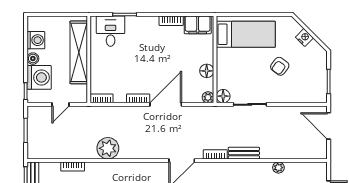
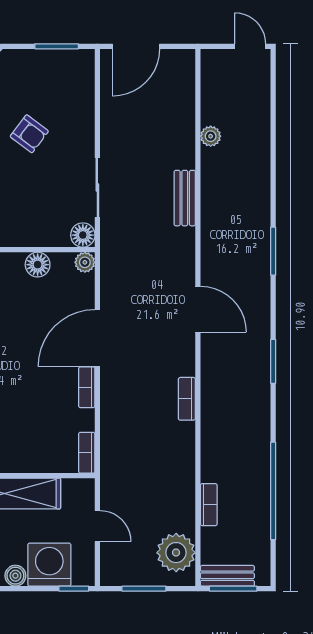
door: (166, 104) -> (97, 338), hinge flipped
plant: (108, 148) -> (176, 553), moved
bookcase: (215, 154) -> (187, 399), moved

